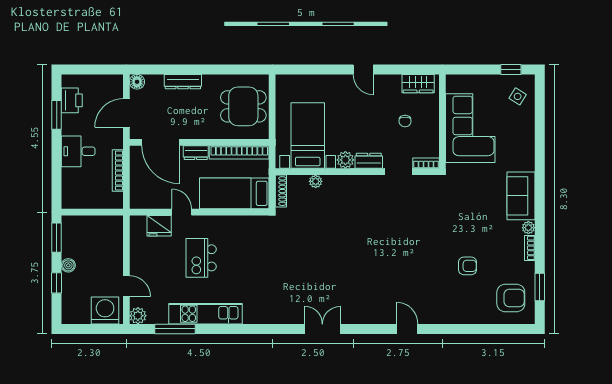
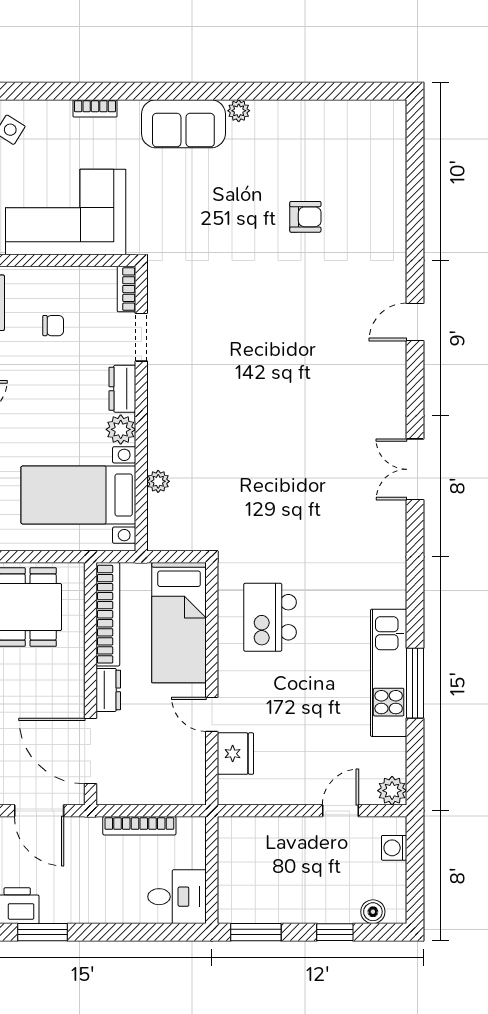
door: (161, 142) -> (90, 751), swing flipped
desk: (78, 151) -> (177, 897), moved, turned -90
shoe rack: (281, 191) -> (175, 542), removed
door: (182, 212) -> (212, 714), hinge flipped
bookcase: (530, 248) -> (95, 108), moved
kitchen island: (201, 258) -> (270, 617), moved, turned 90
boiler: (68, 265) -> (373, 912), moved
armchair: (467, 266) -> (305, 217), turned 90
window: (540, 287) -> (342, 91), removed
armchair: (511, 298) -> (361, 141), removed
washing machine: (105, 310) -> (394, 848), width x0.53, depth x0.53
window: (175, 329) -> (415, 683), moved

